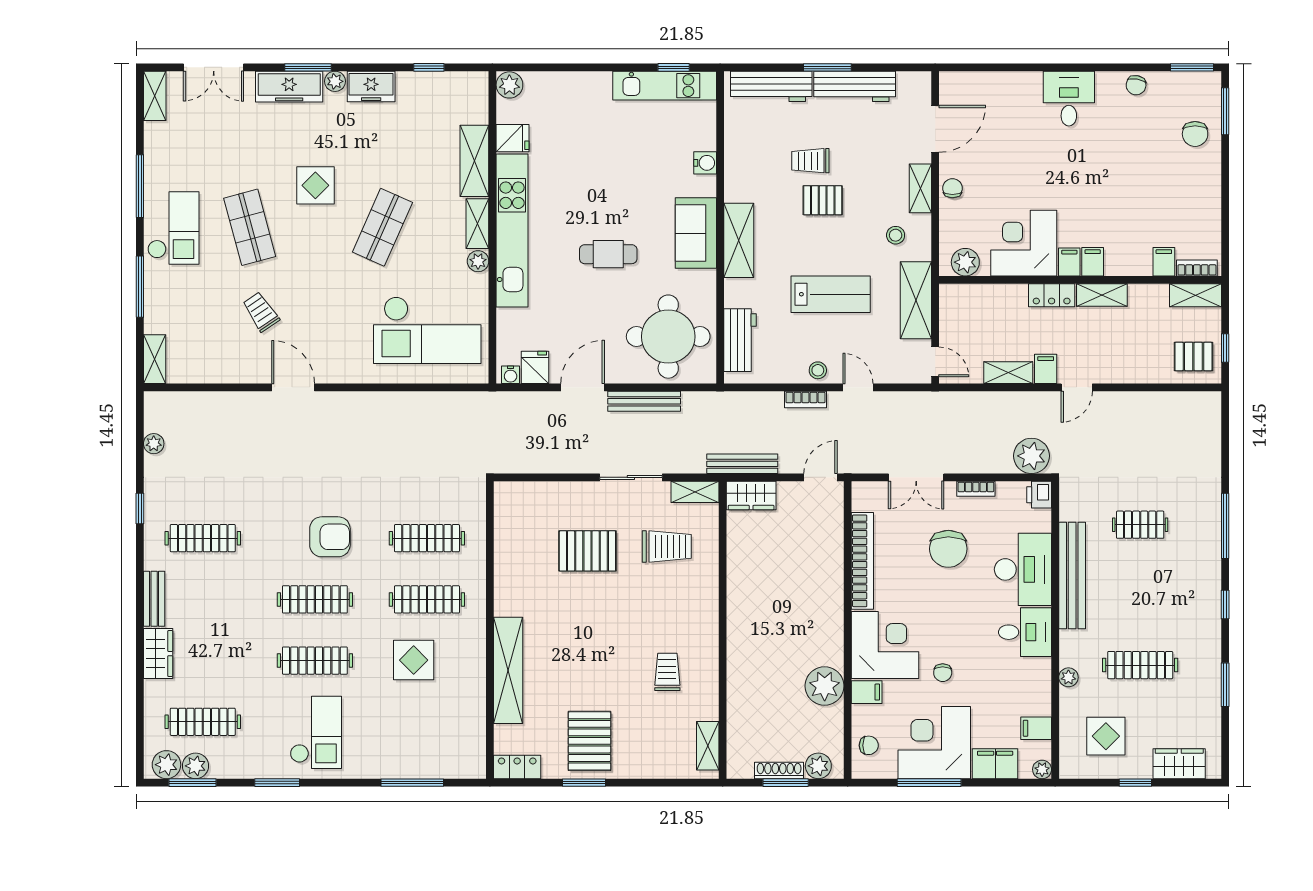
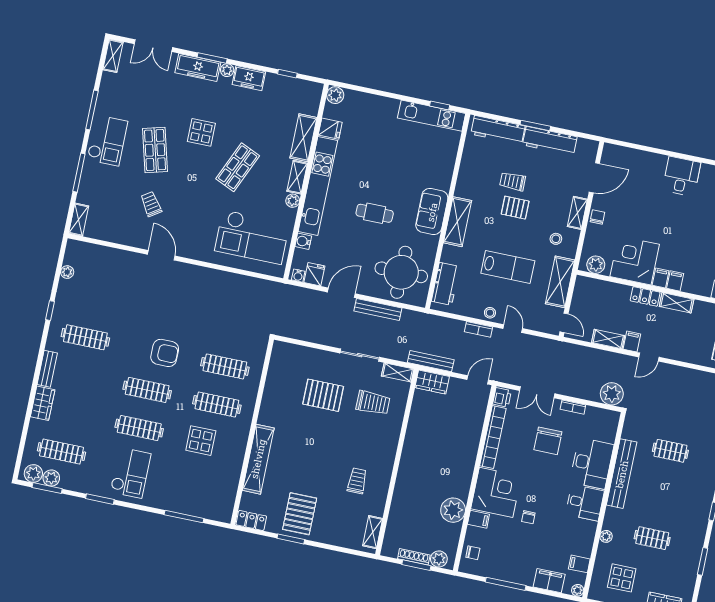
water cooler: (705, 163) -> (303, 241), moved, turned 180
printer: (1039, 495) -> (502, 397), moved, turned 180
clothes rail: (1140, 665) -> (652, 538), width x0.73
corner desk: (934, 743) -> (514, 560), removed

